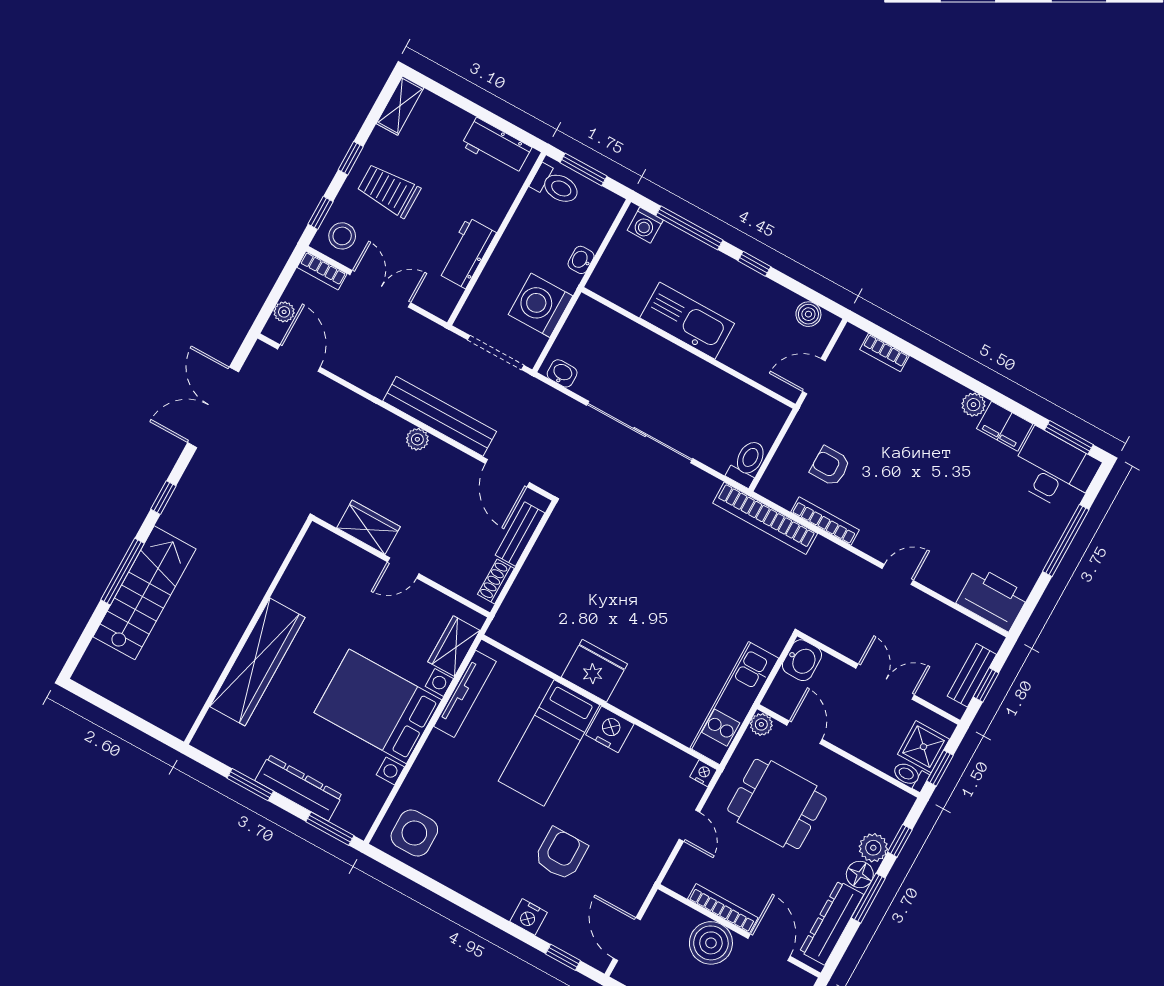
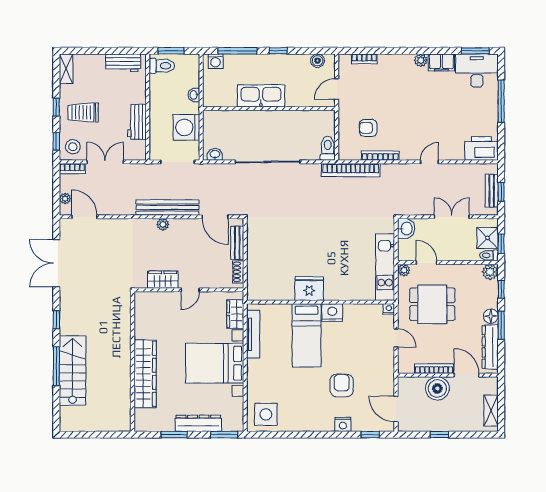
plant: (873, 848) -> (490, 272), moved

